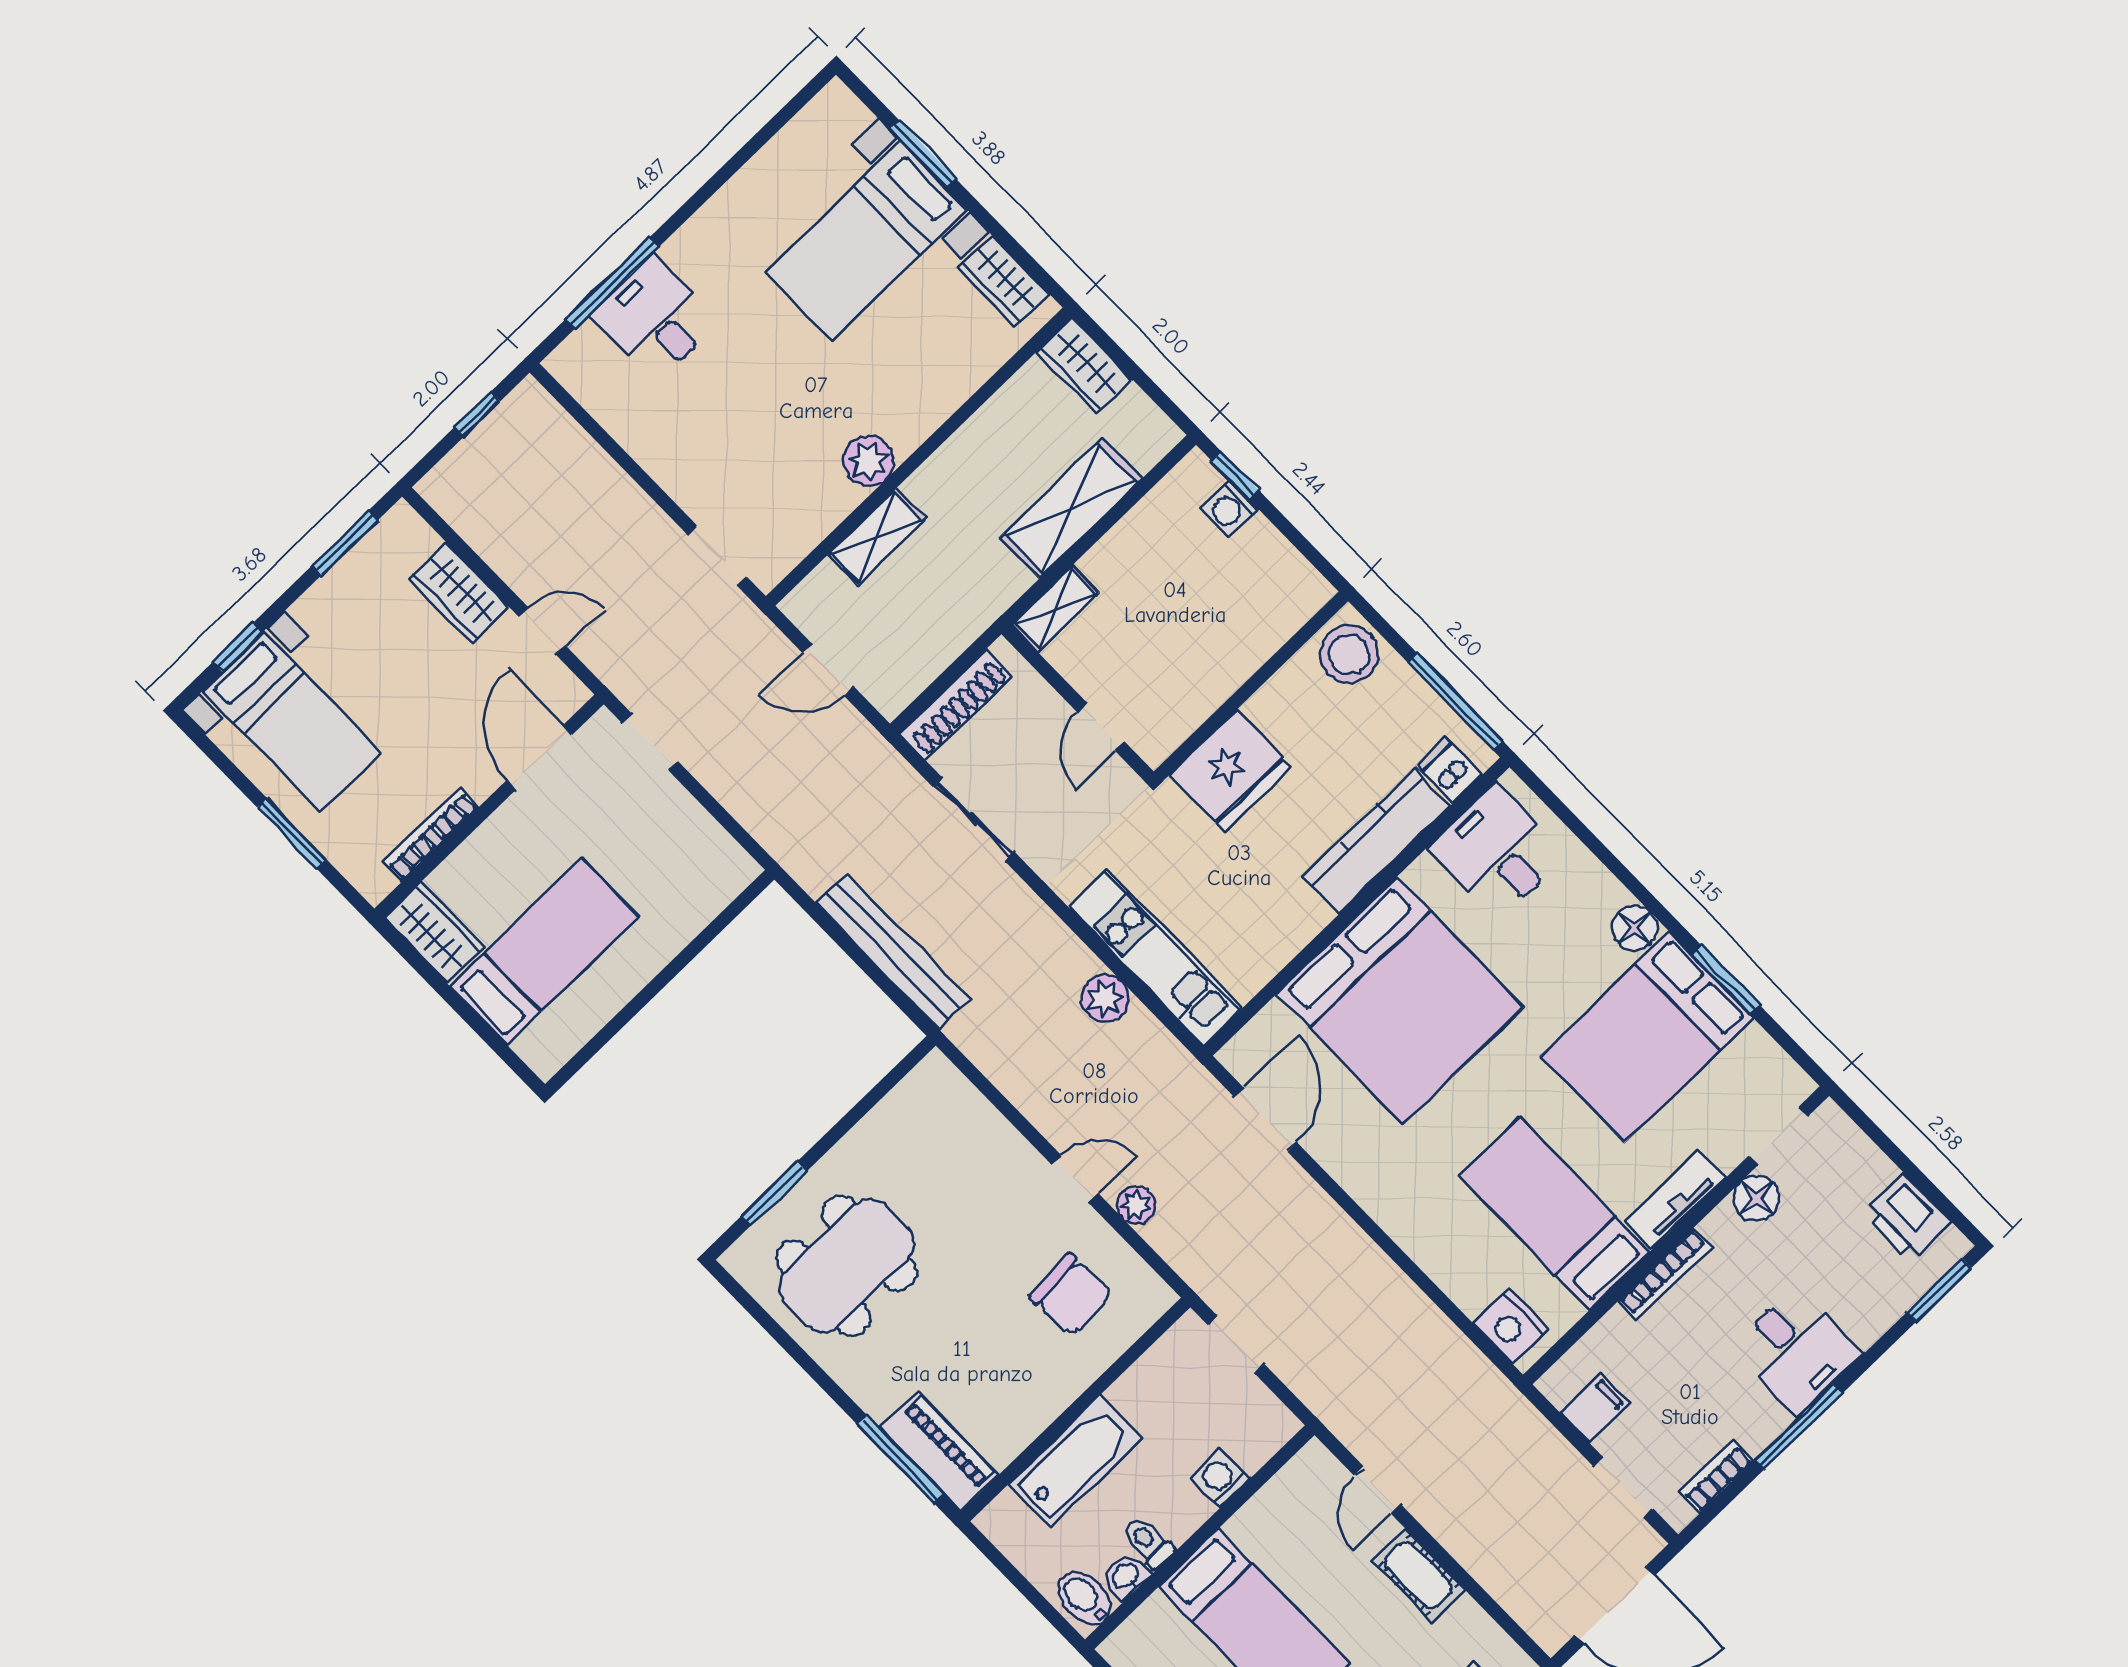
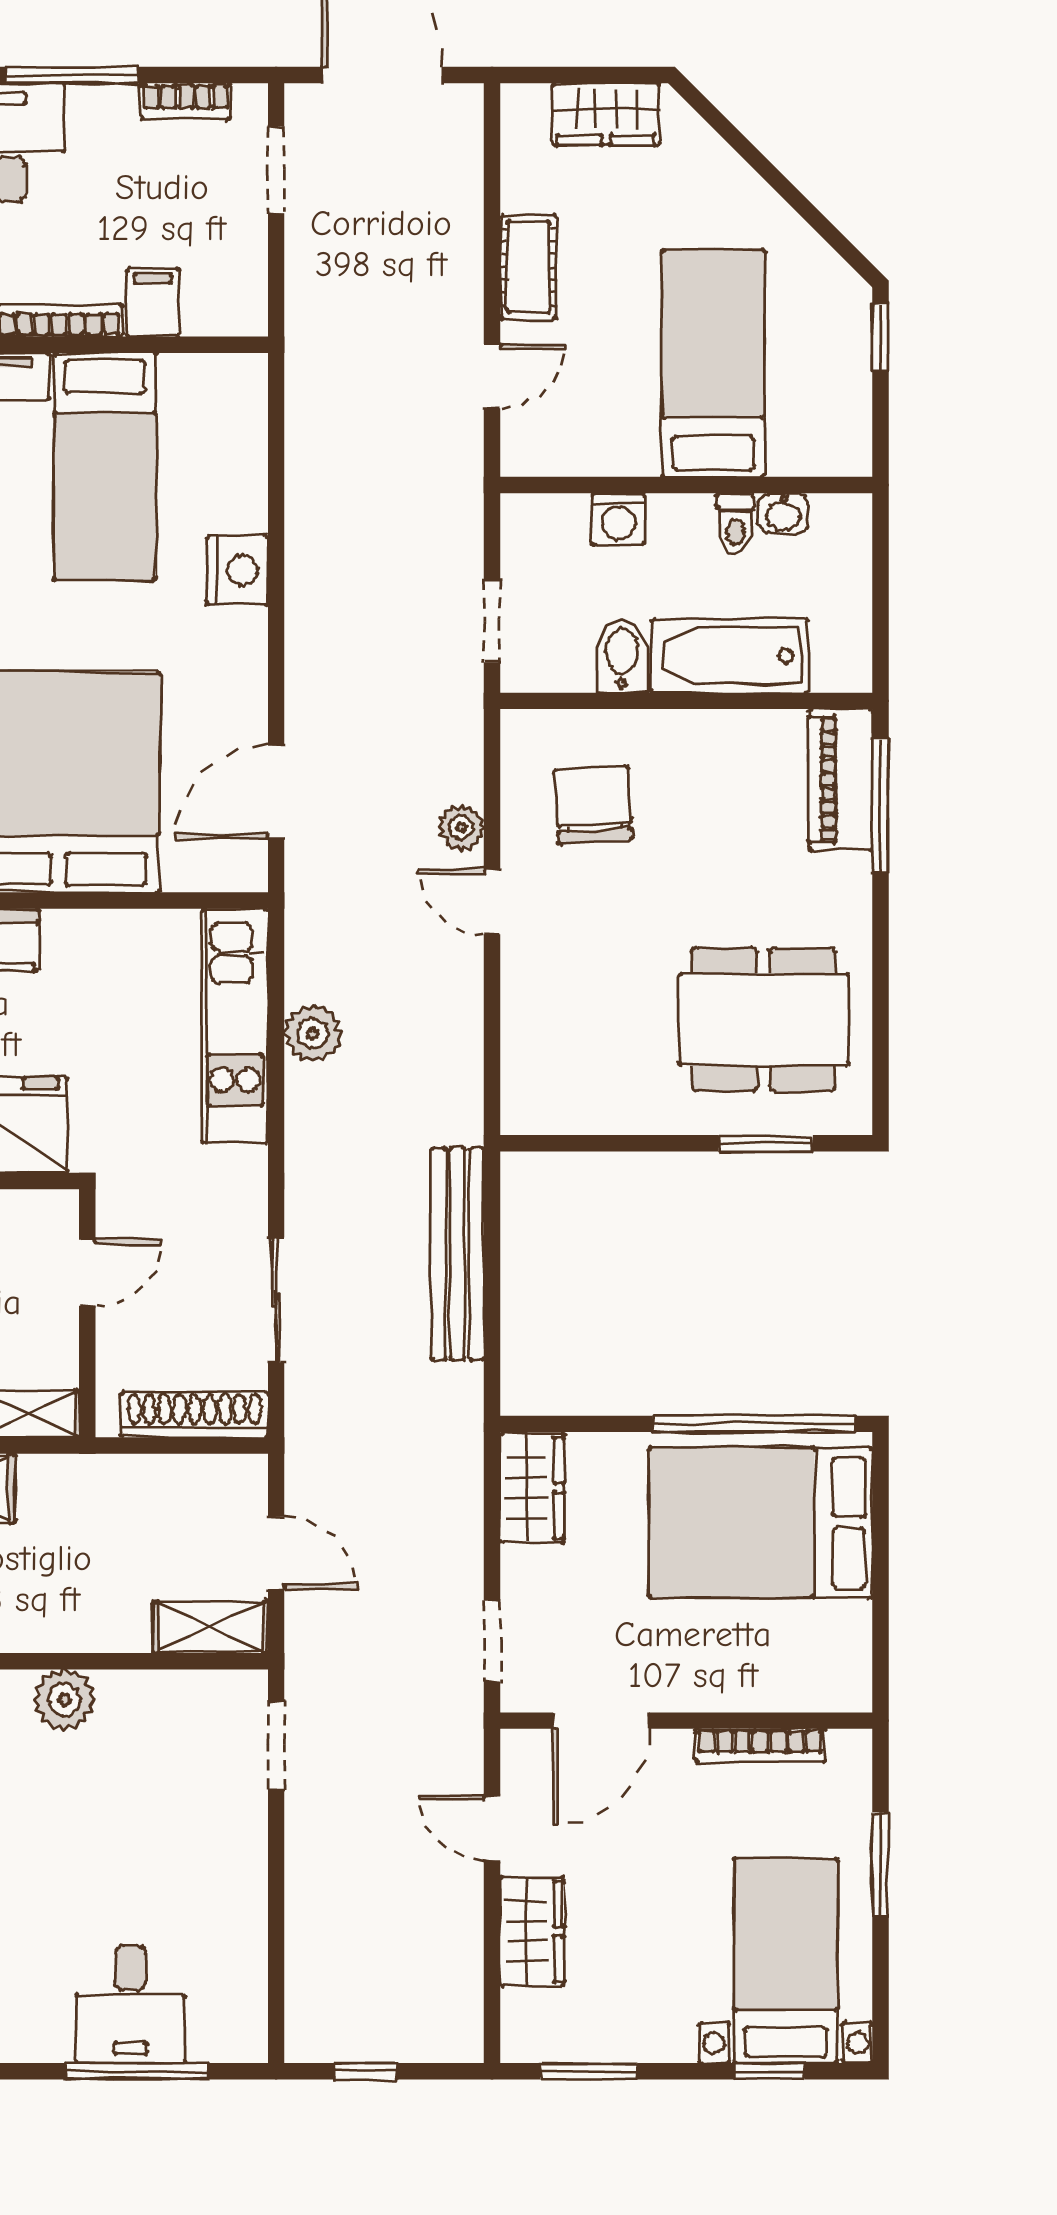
shelving: (877, 537) -> (211, 1627), moved
wardrobe: (434, 932) -> (532, 1488), moved, turned 180
bed: (544, 951) -> (761, 1523), width x1.50
window: (620, 1021) -> (754, 1424), added
nightstand: (1511, 1326) -> (237, 570), moved
filing cabinet: (1595, 1408) -> (153, 302), moved, turned 90
bidet: (1084, 1598) -> (622, 656), moved, turned 180

